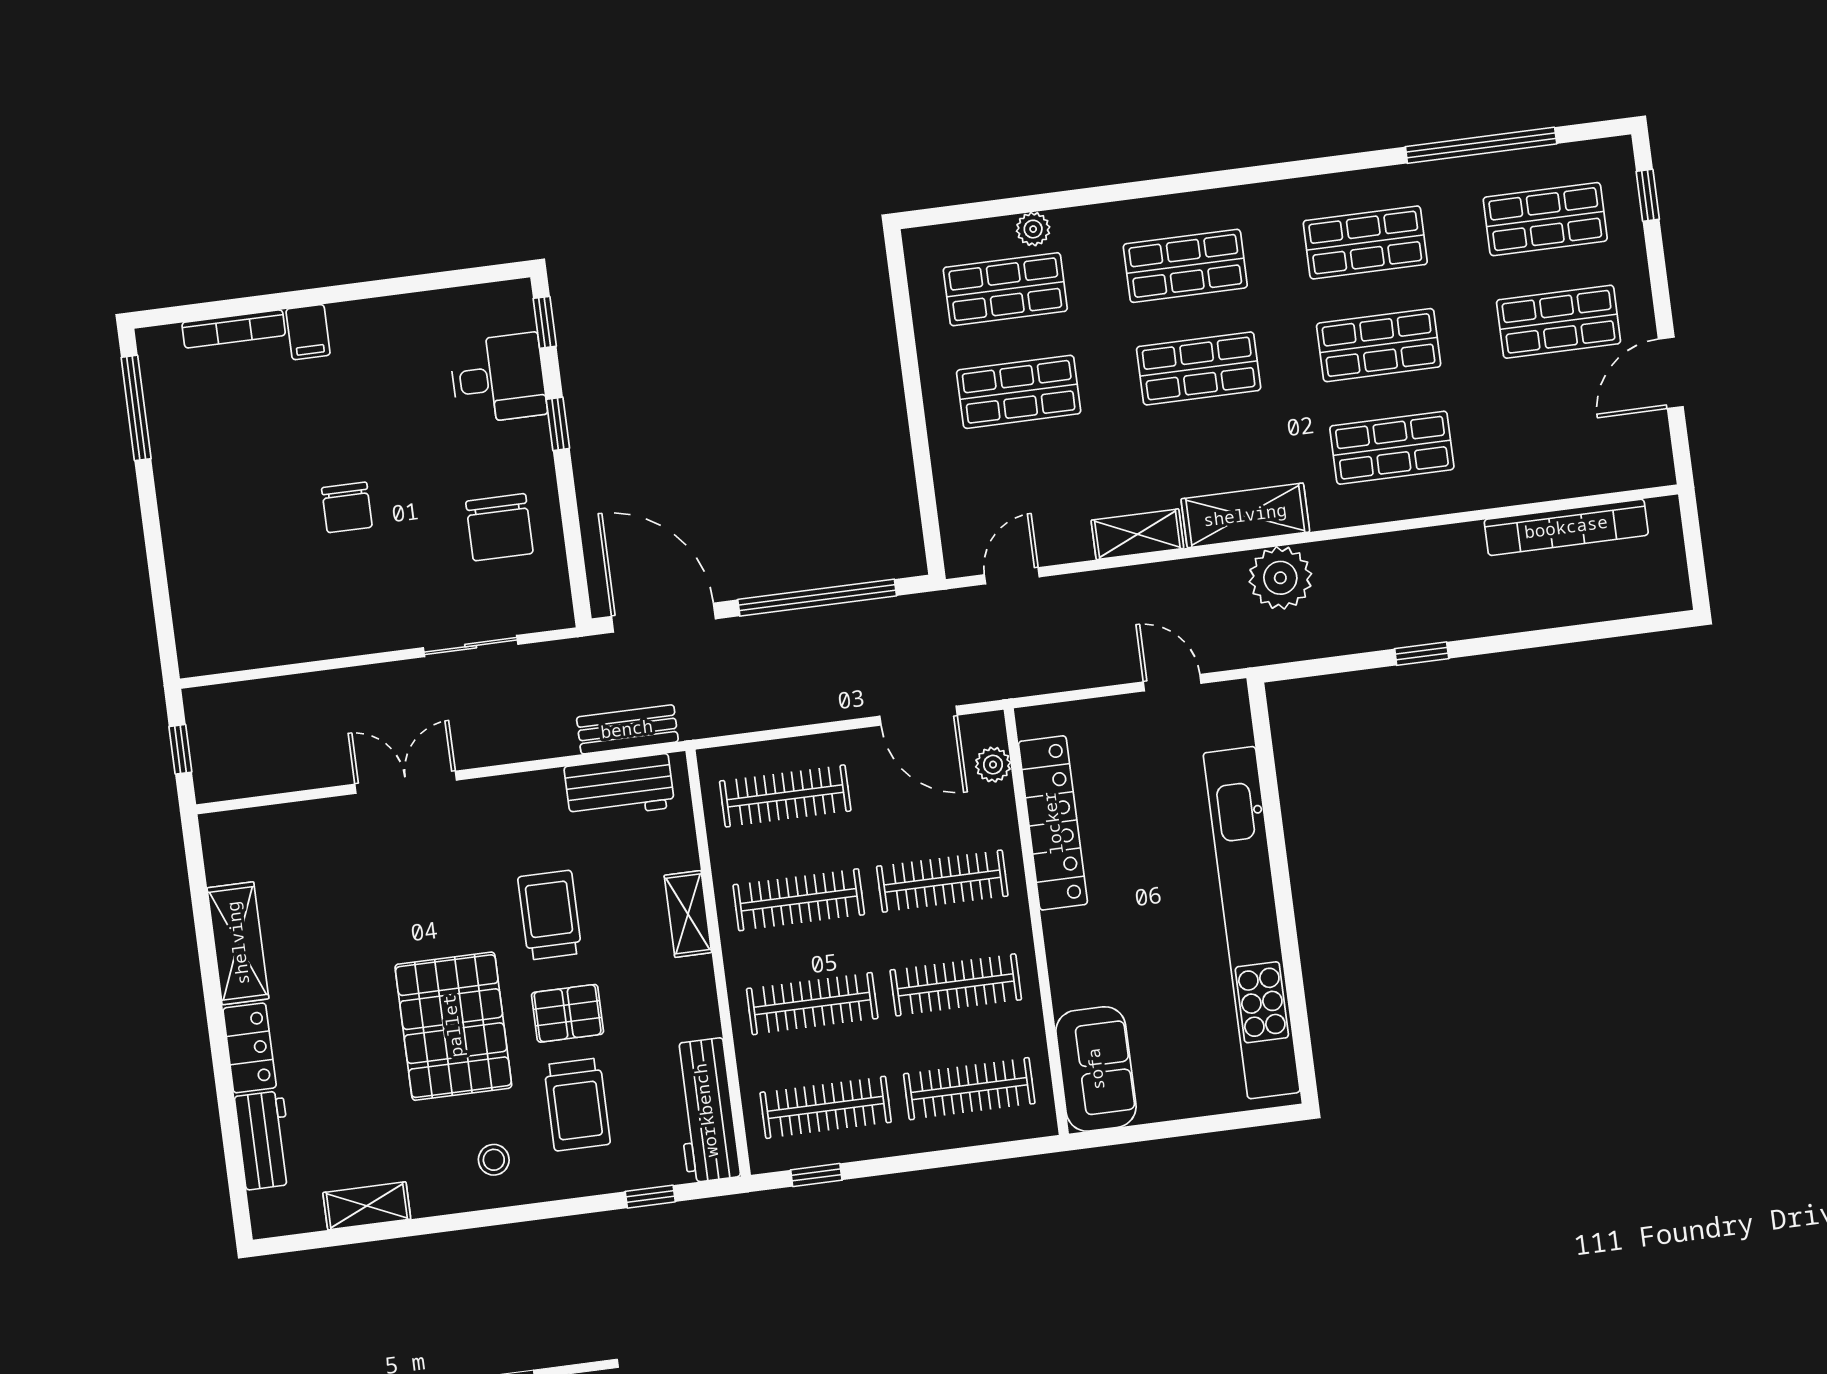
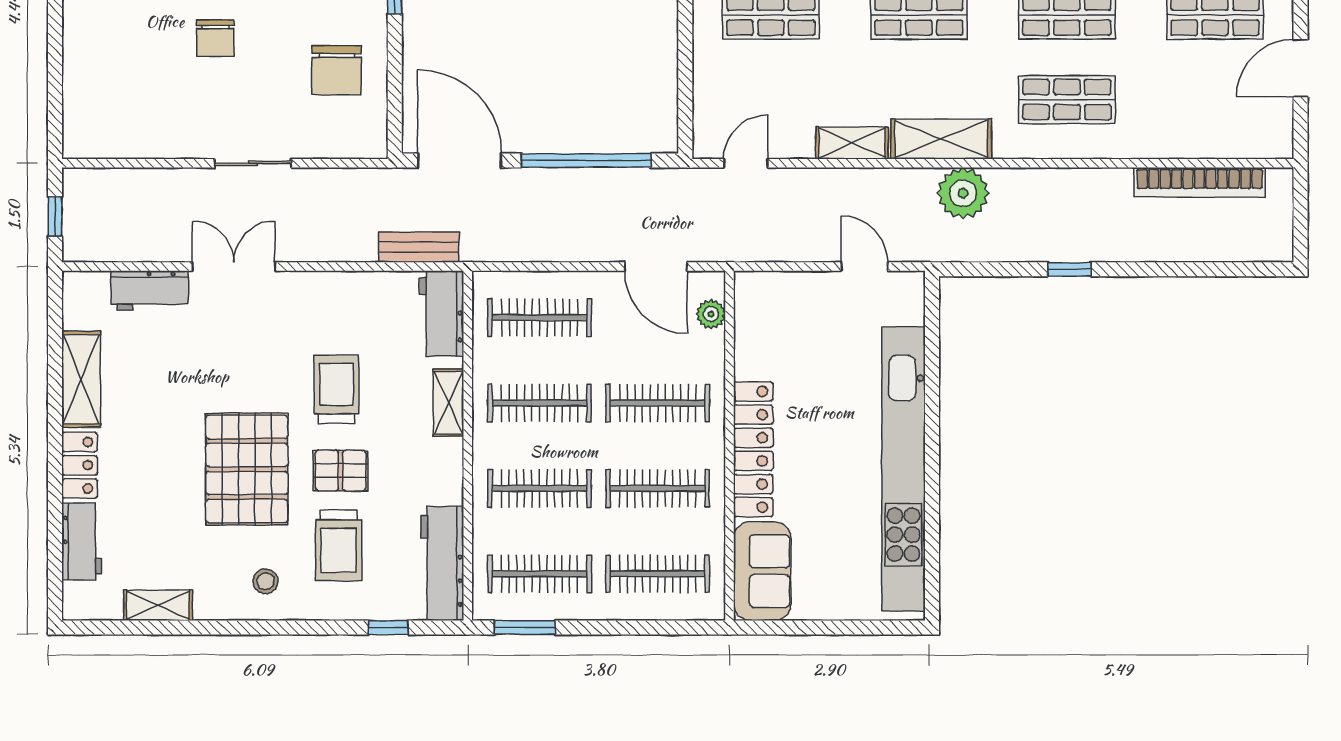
sliding door: (471, 646) -> (253, 163), moved
workbench: (619, 787) -> (441, 314), moved, turned 90
locker: (1053, 823) -> (753, 449), moved
workbench: (307, 825) -> (150, 291), added
window: (816, 1175) -> (525, 628), width x1.50

